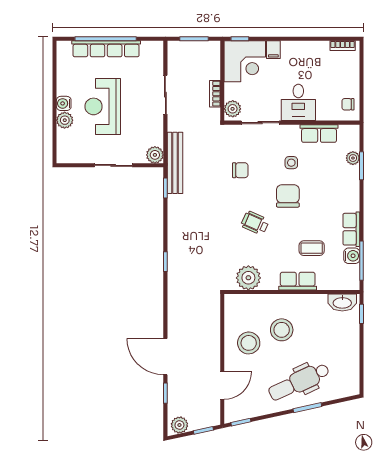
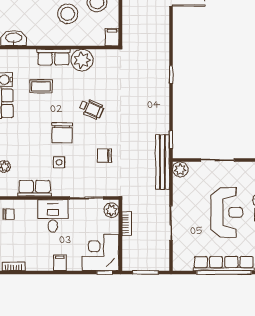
filing cabinet: (273, 50) -> (60, 263), moved
plant: (248, 278) -> (82, 60), moved
filing cabinet: (232, 304) -> (112, 37), added

